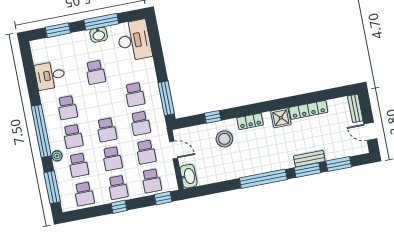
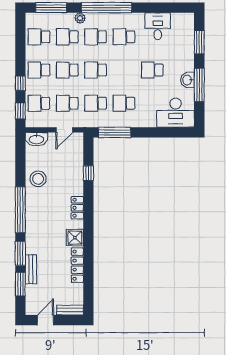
stool: (224, 139) -> (38, 179), moved
bench: (309, 159) -> (31, 269), moved
window: (119, 207) -> (20, 83), moved

